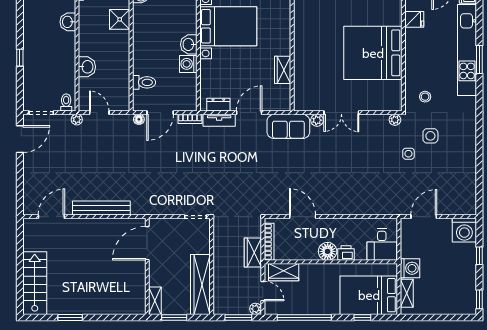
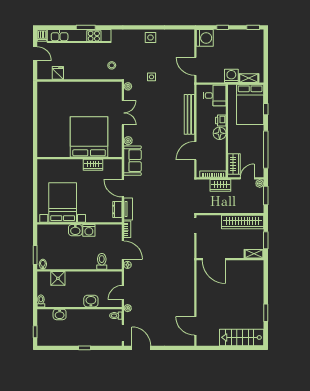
bed: (373, 53) -> (89, 137), moved, turned 180
double door: (341, 113) -> (123, 113), moved
side table: (430, 136) -> (150, 37), moved
bench: (101, 208) -> (189, 114), moved

